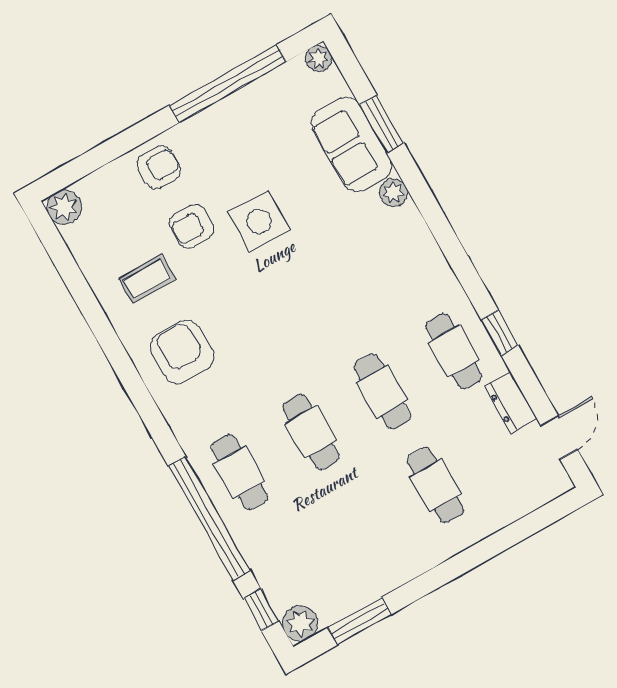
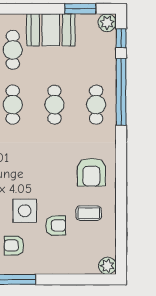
armchair: (159, 167) -> (14, 246), moved
booth: (390, 556) -> (51, 30), added

